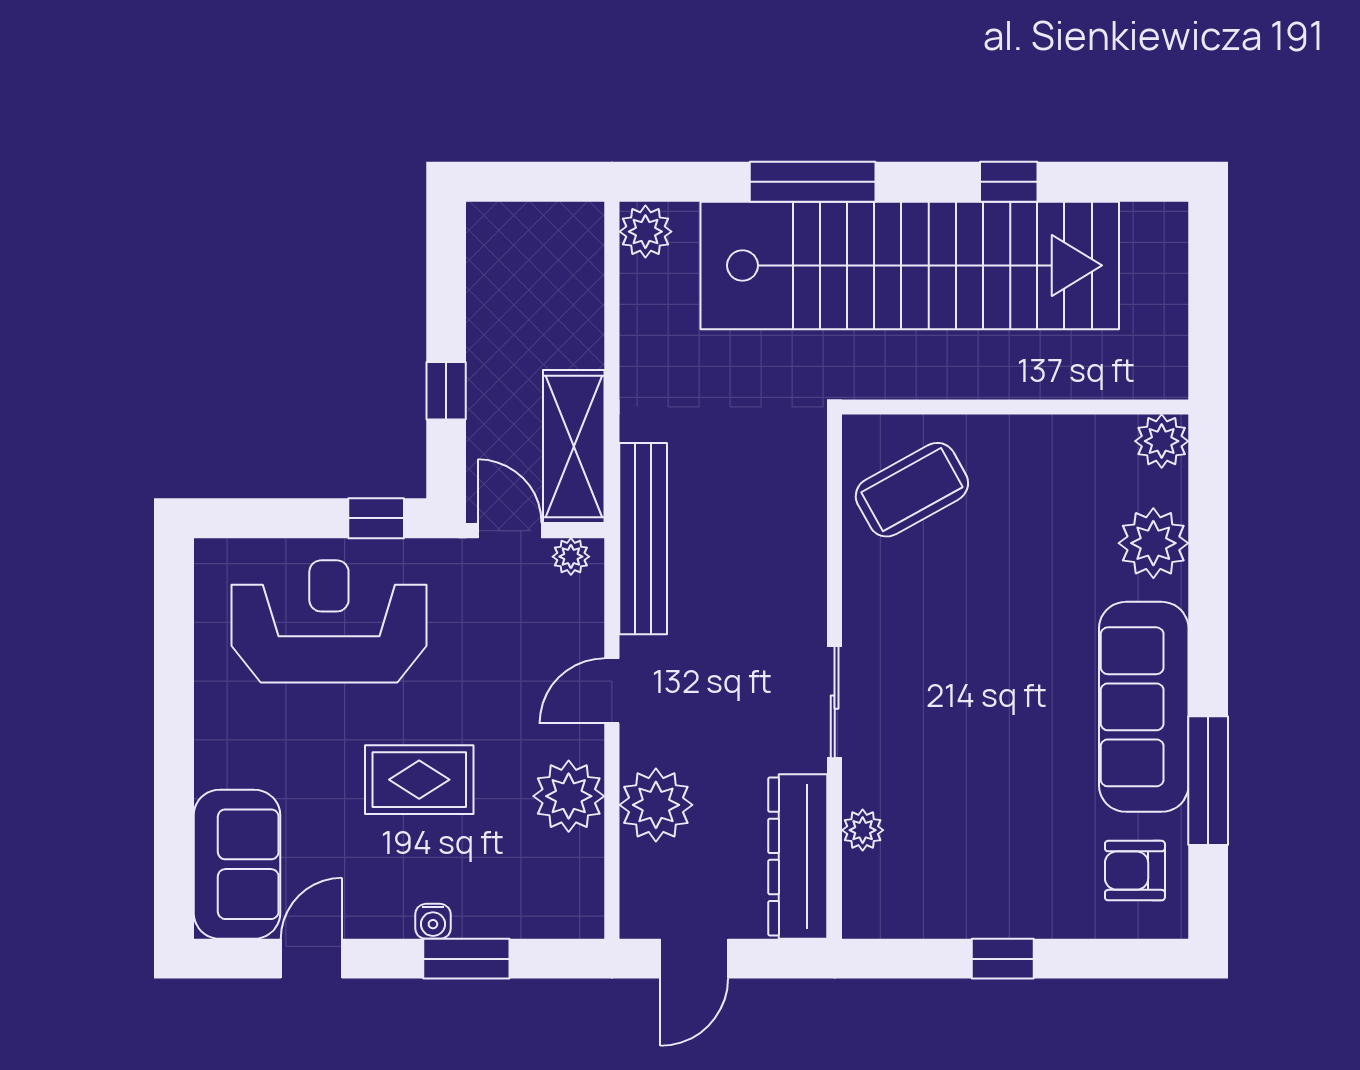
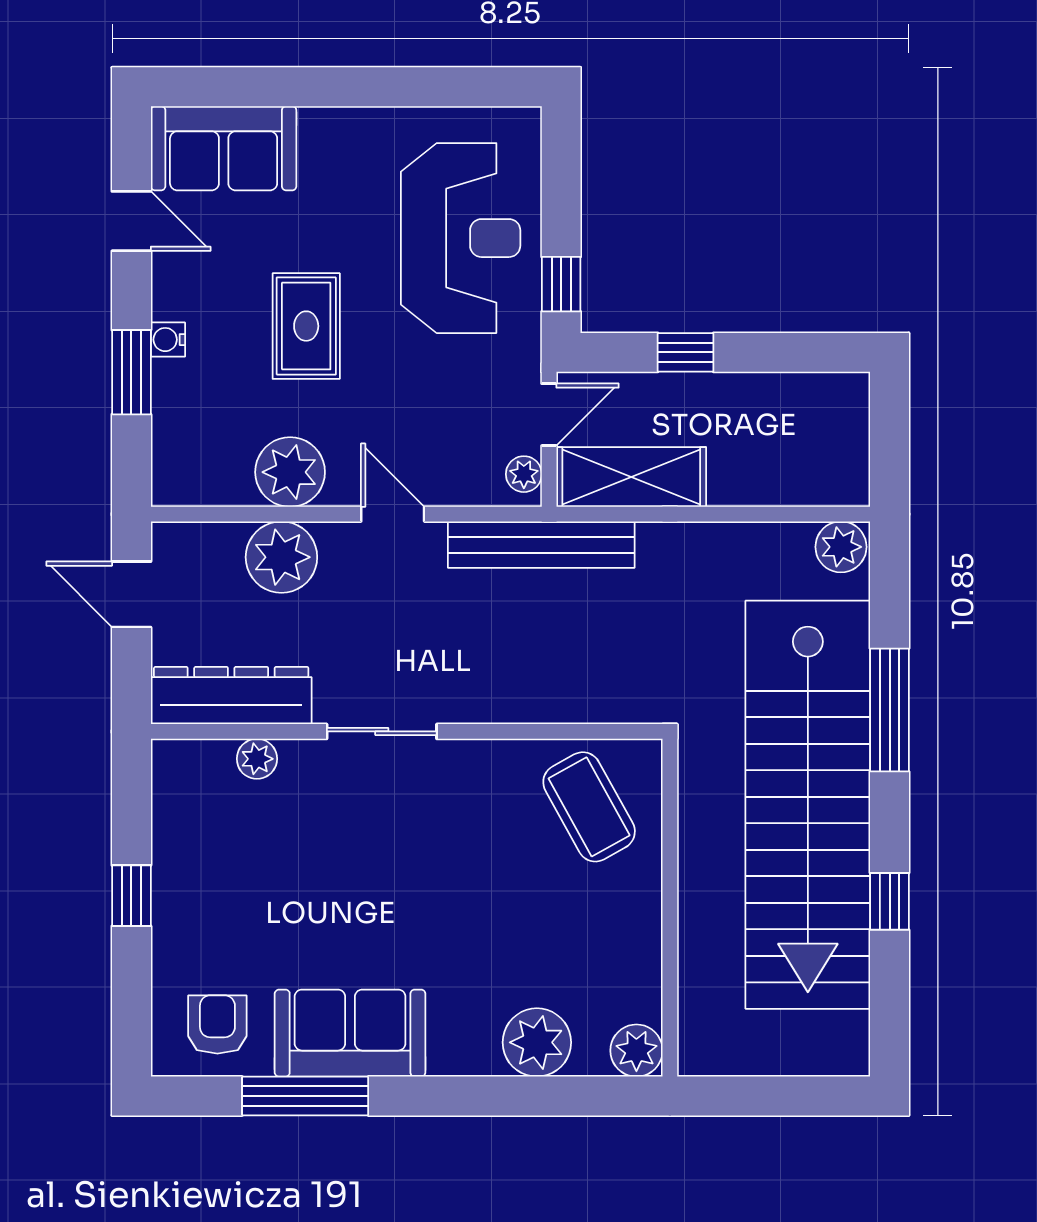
sofa: (1144, 707) -> (350, 1033), width x0.73

